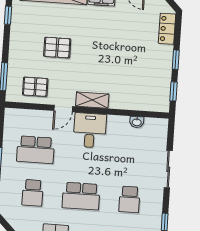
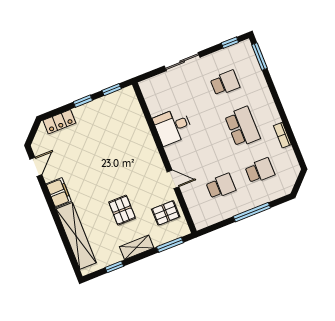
pallet: (35, 87) -> (166, 213), turned 90
shelving: (92, 100) -> (137, 247), moved, turned 90
washbasin: (137, 122) -> (154, 109), removed
desk: (90, 130) -> (173, 126), moved
school desk: (36, 150) -> (221, 186), width x0.54

